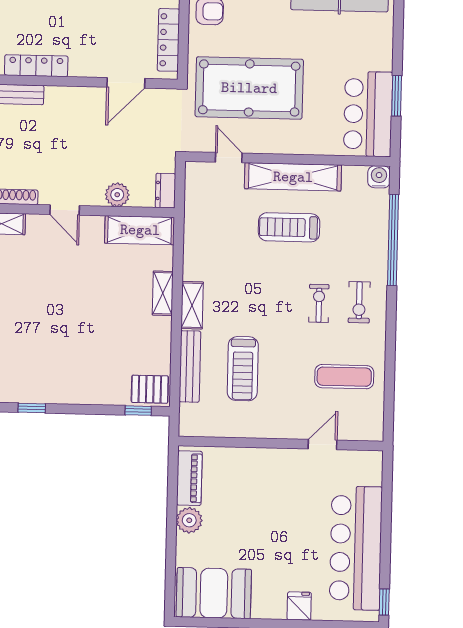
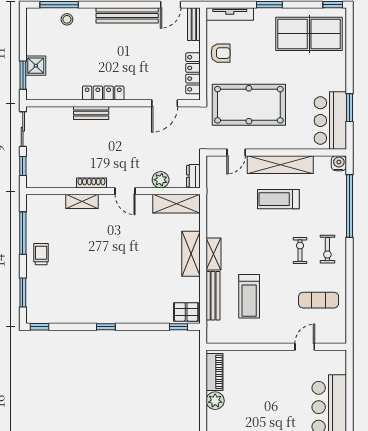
door: (229, 158) -> (236, 153), swing flipped
shelving: (163, 293) -> (191, 254), width x1.50, depth x1.33

